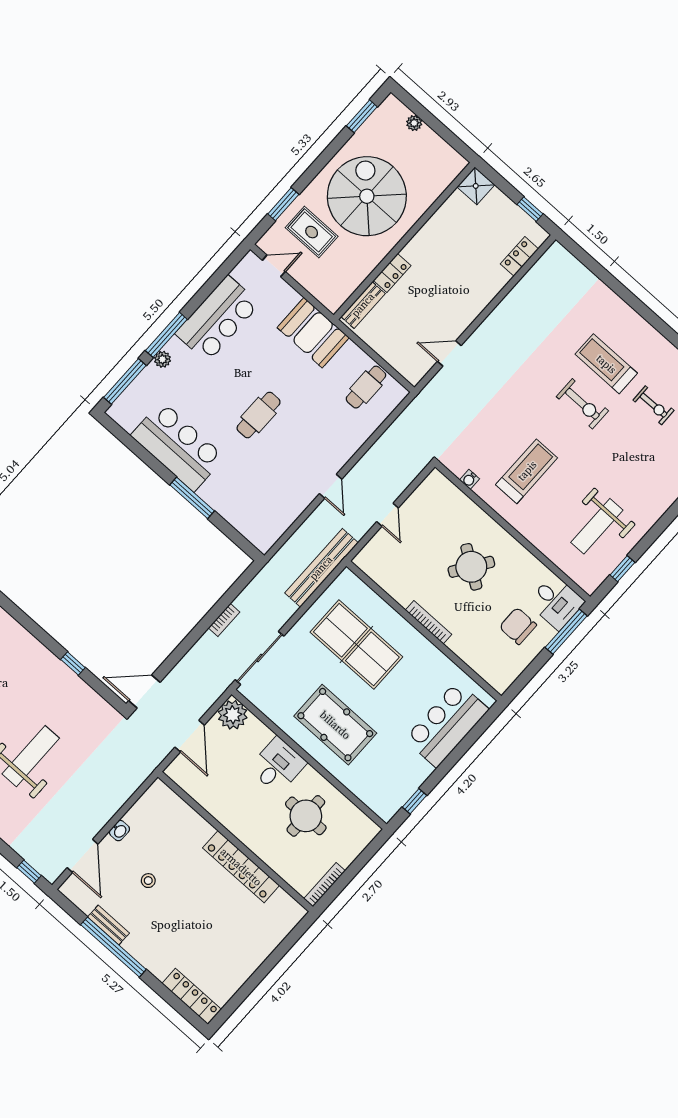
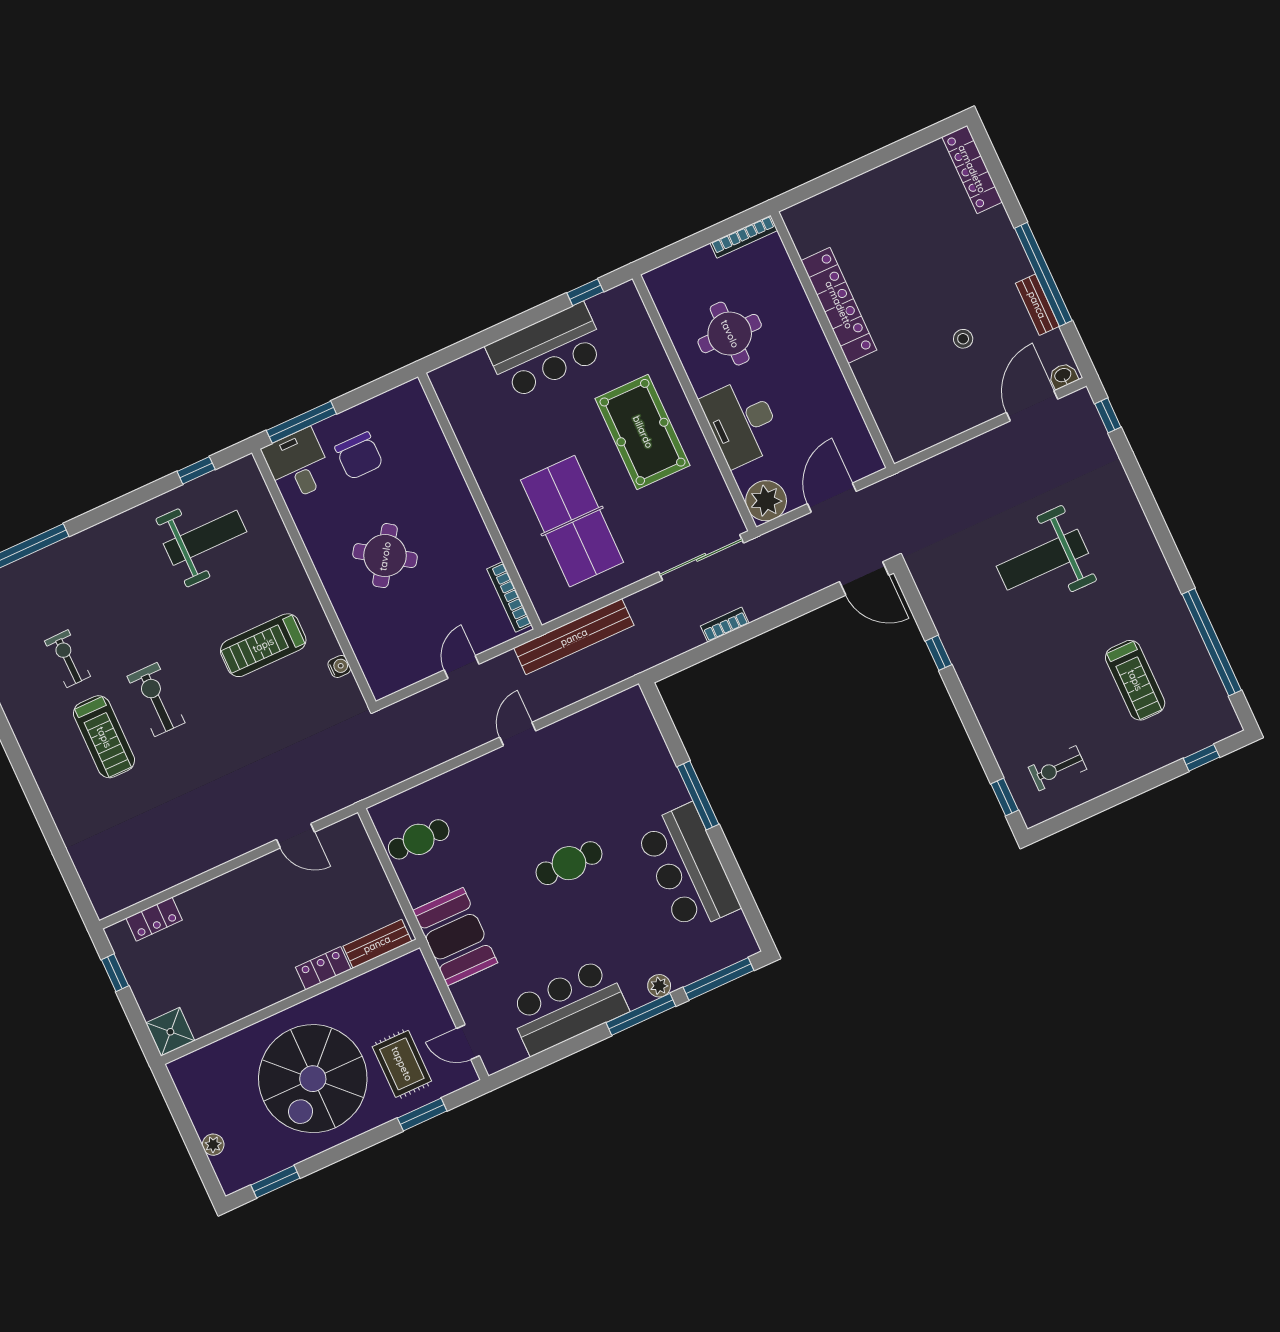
bookcase: (429, 622) -> (509, 597), moved
bar counter: (447, 724) -> (546, 351), moved
desk: (278, 765) -> (742, 422), width x1.37
washbasin: (119, 831) -> (1063, 376), moved

